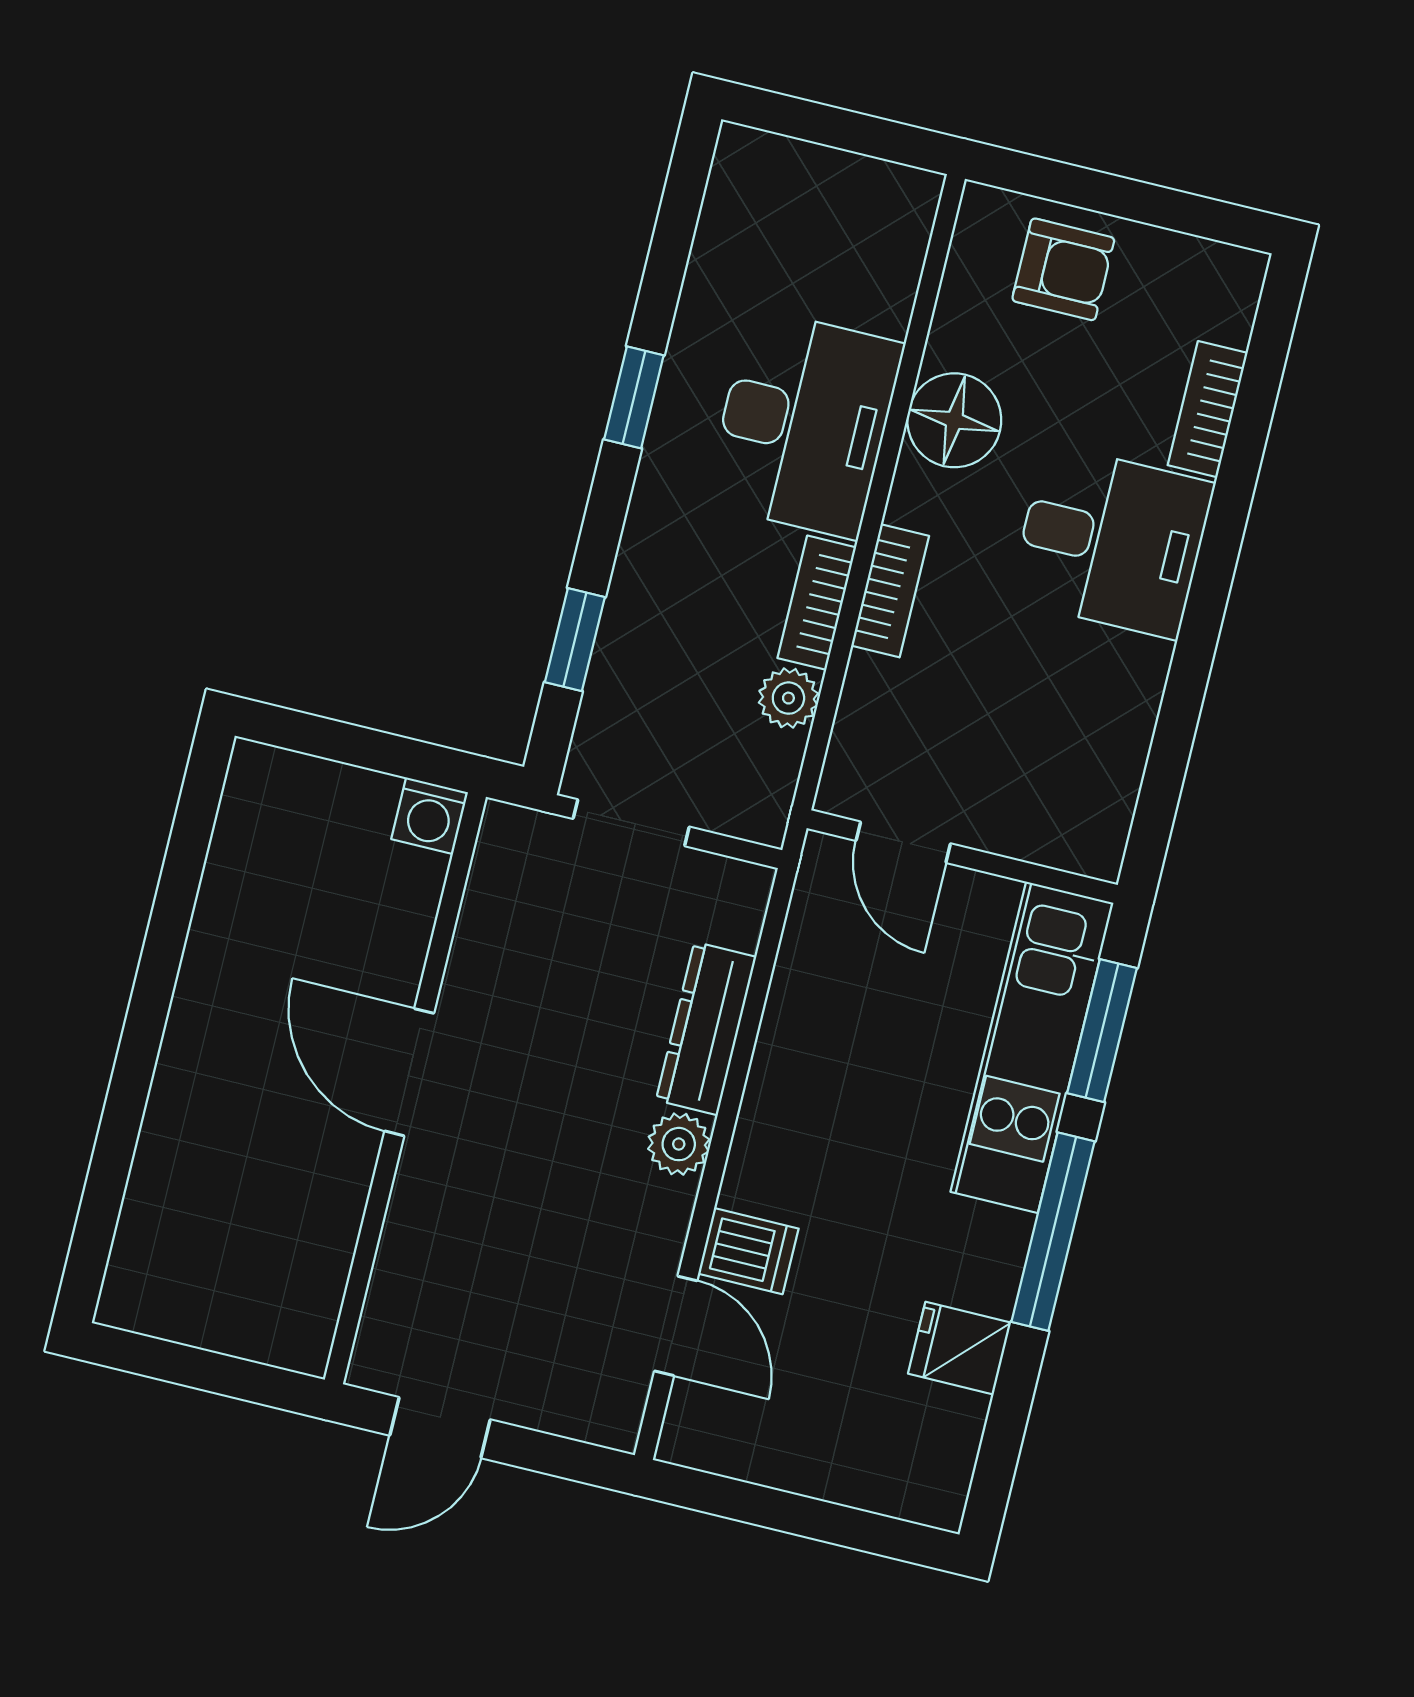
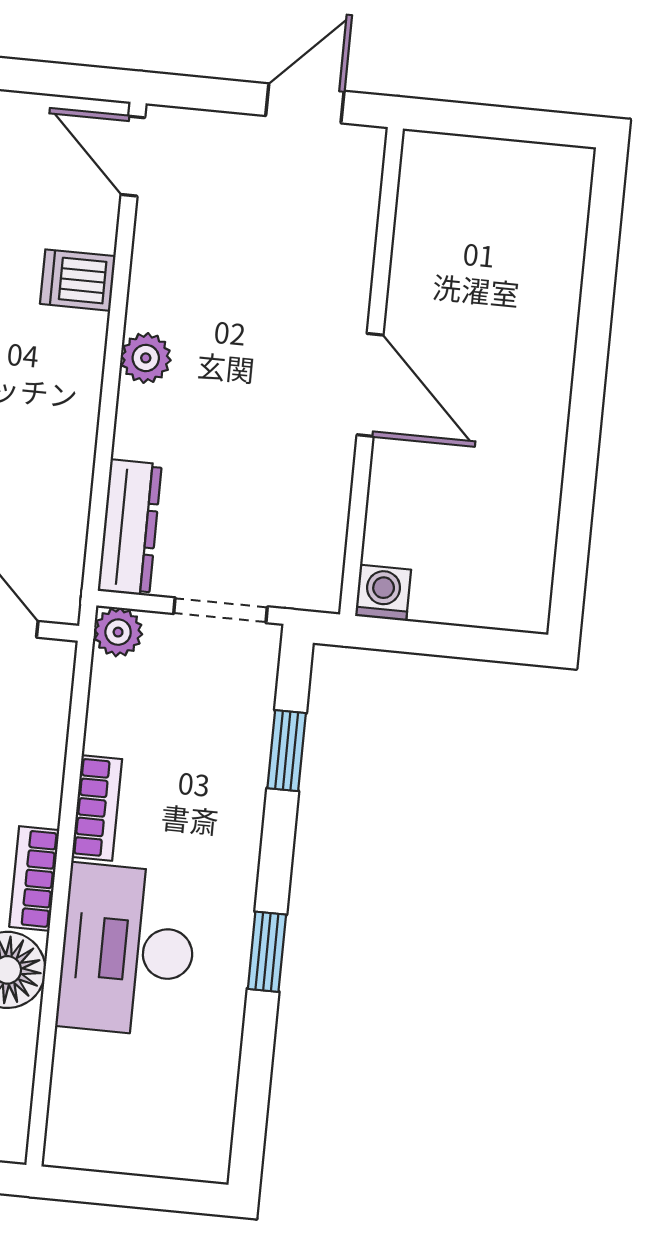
bookcase: (890, 591) -> (34, 878), moved
plant: (788, 698) -> (118, 632), moved
dresser: (706, 1029) -> (130, 527), moved
door: (676, 1326) -> (133, 156), moved

